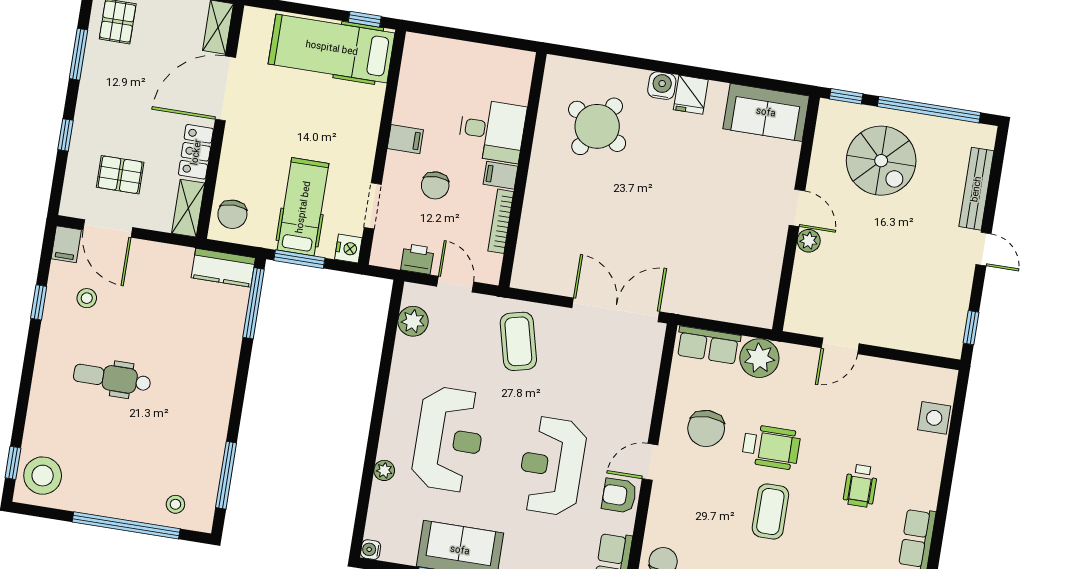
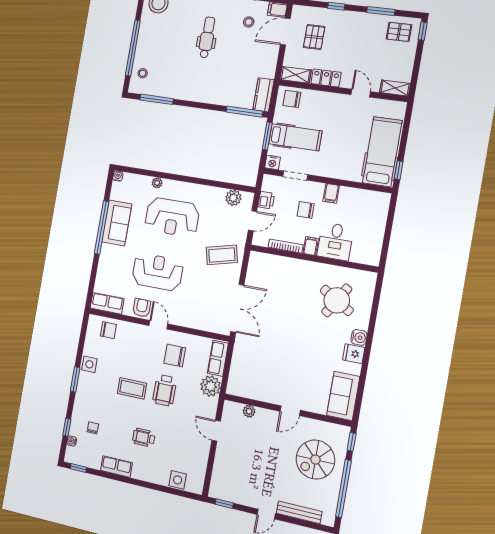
door: (225, 88) -> (361, 93), width x0.53
plant: (809, 241) -> (249, 411), moved

